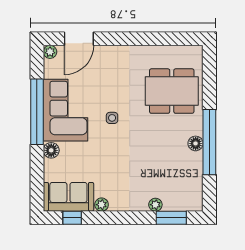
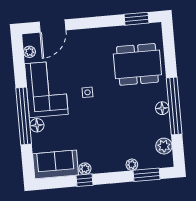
window: (175, 39) -> (137, 19), added
plant: (50, 52) -> (29, 52), moved
window: (37, 112) -> (24, 116), moved
plant: (194, 187) -> (164, 146), added
window: (72, 218) -> (85, 180), moved

